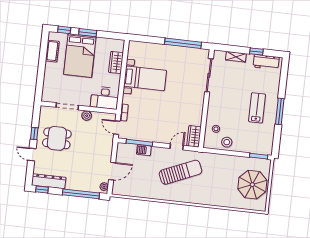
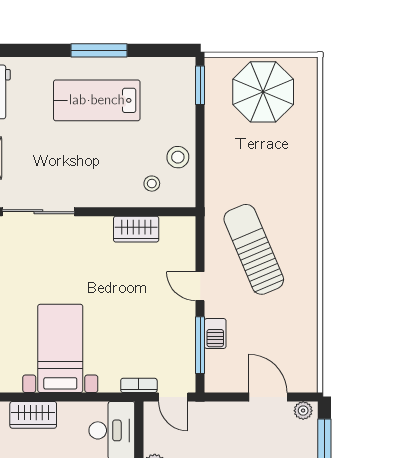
lab bench: (257, 108) -> (97, 100), width x1.36, depth x1.39
door: (117, 128) -> (173, 397), hinge flipped
wardrobe: (194, 136) -> (136, 229), moved
door: (177, 147) -> (200, 286), moved

